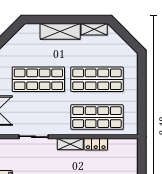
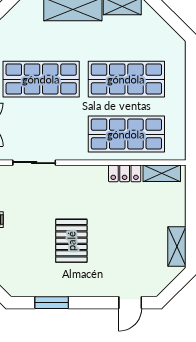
shelving: (70, 144) -> (162, 173), moved

